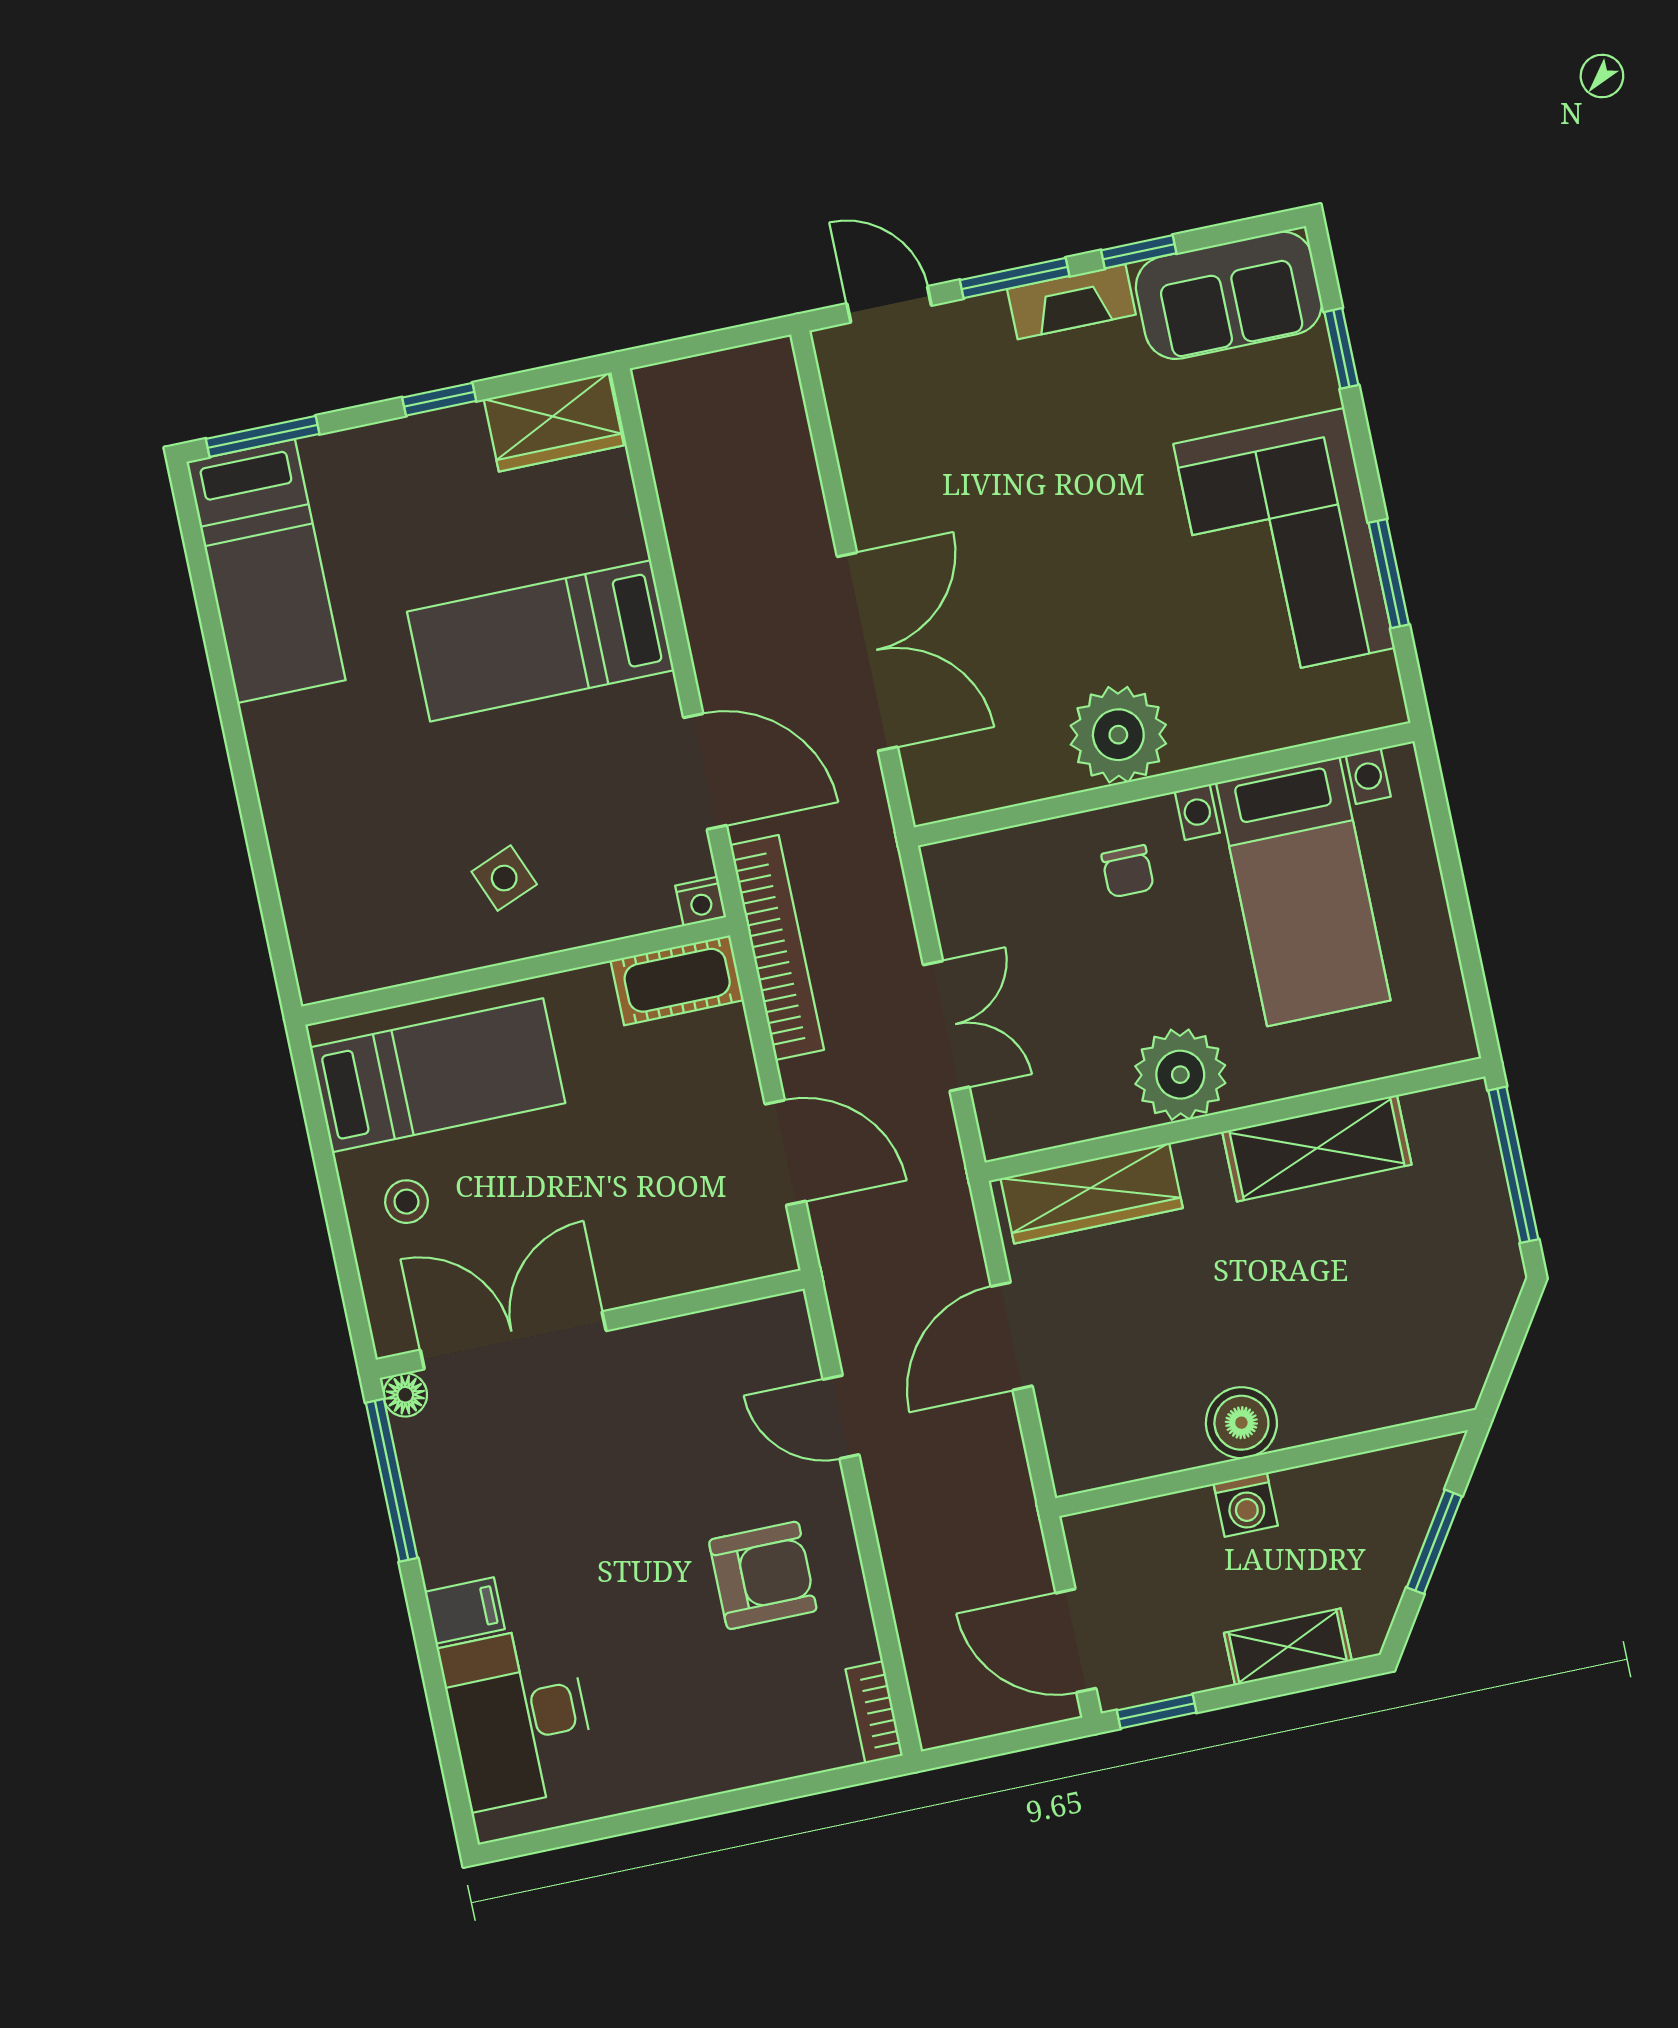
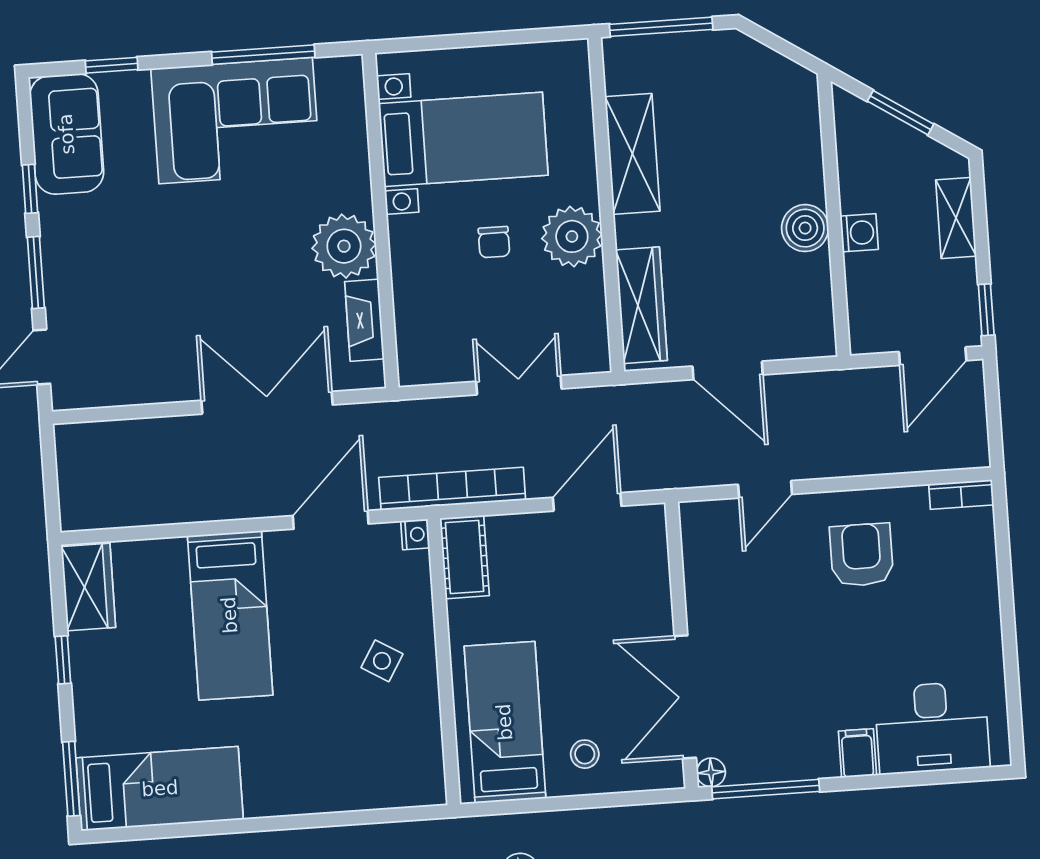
fireplace: (1071, 302) -> (364, 320), moved, turned 180
window: (1389, 574) -> (263, 55), width x1.44
chair: (1128, 871) -> (494, 242), moved, turned 90
side table: (504, 878) -> (382, 661), turned -37

